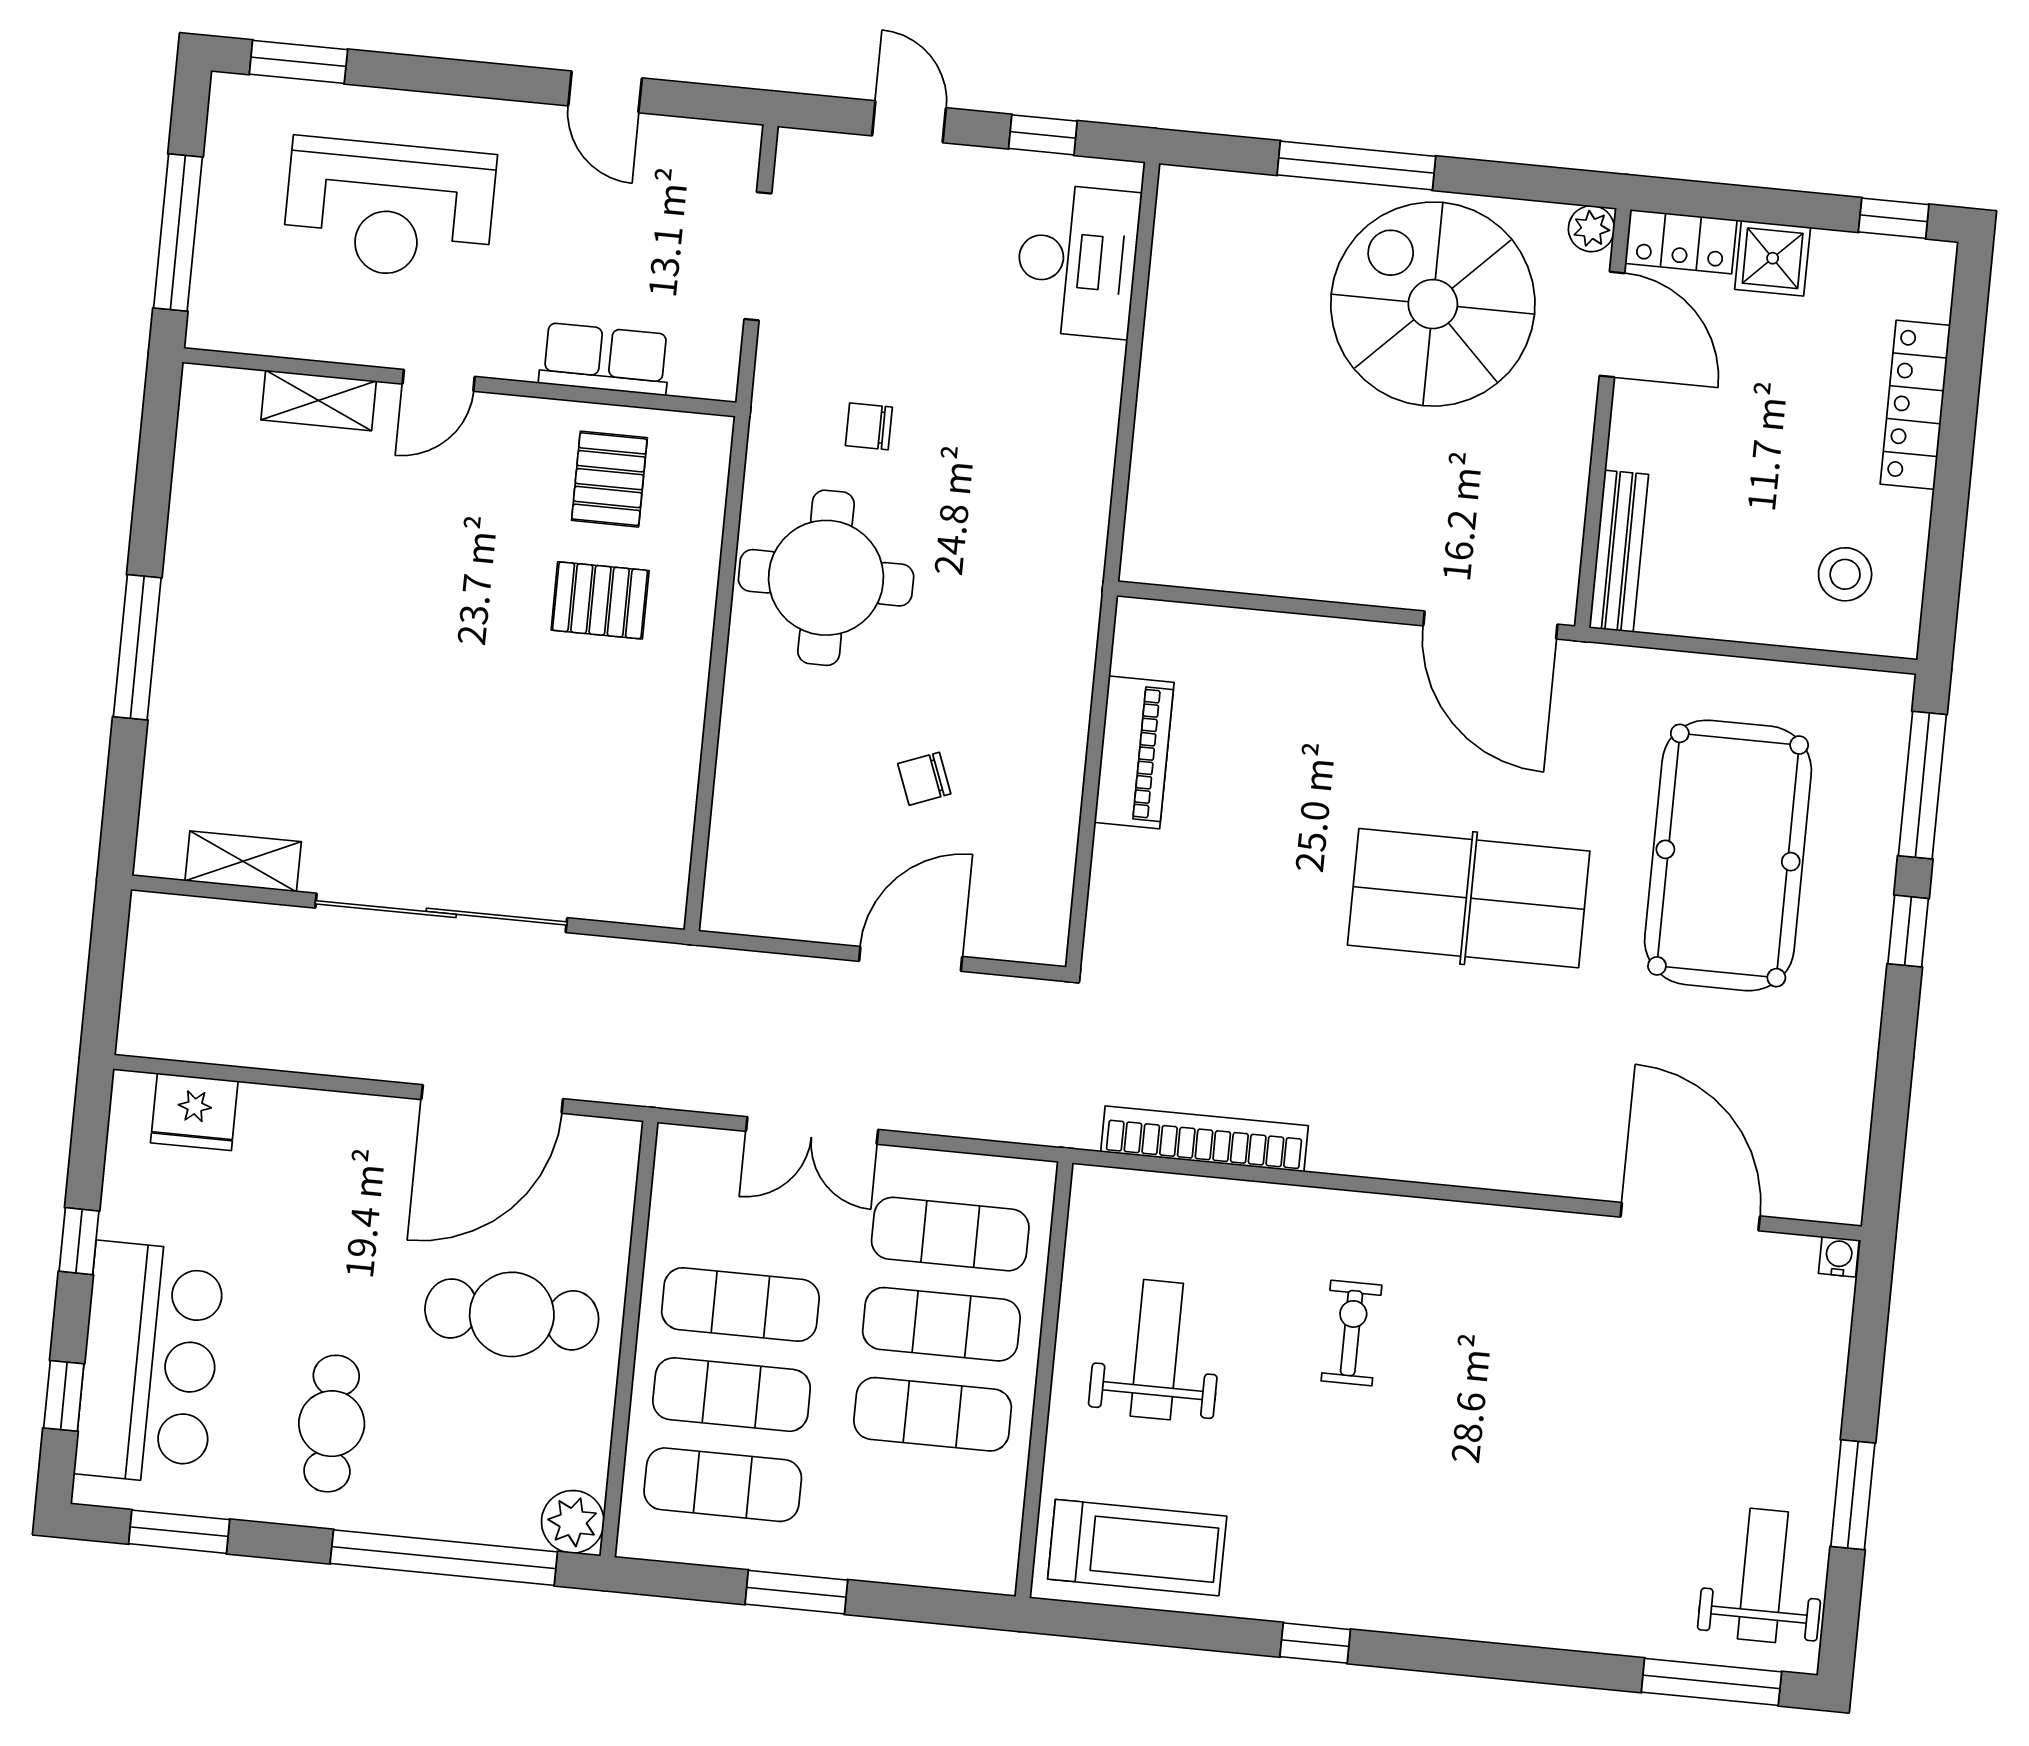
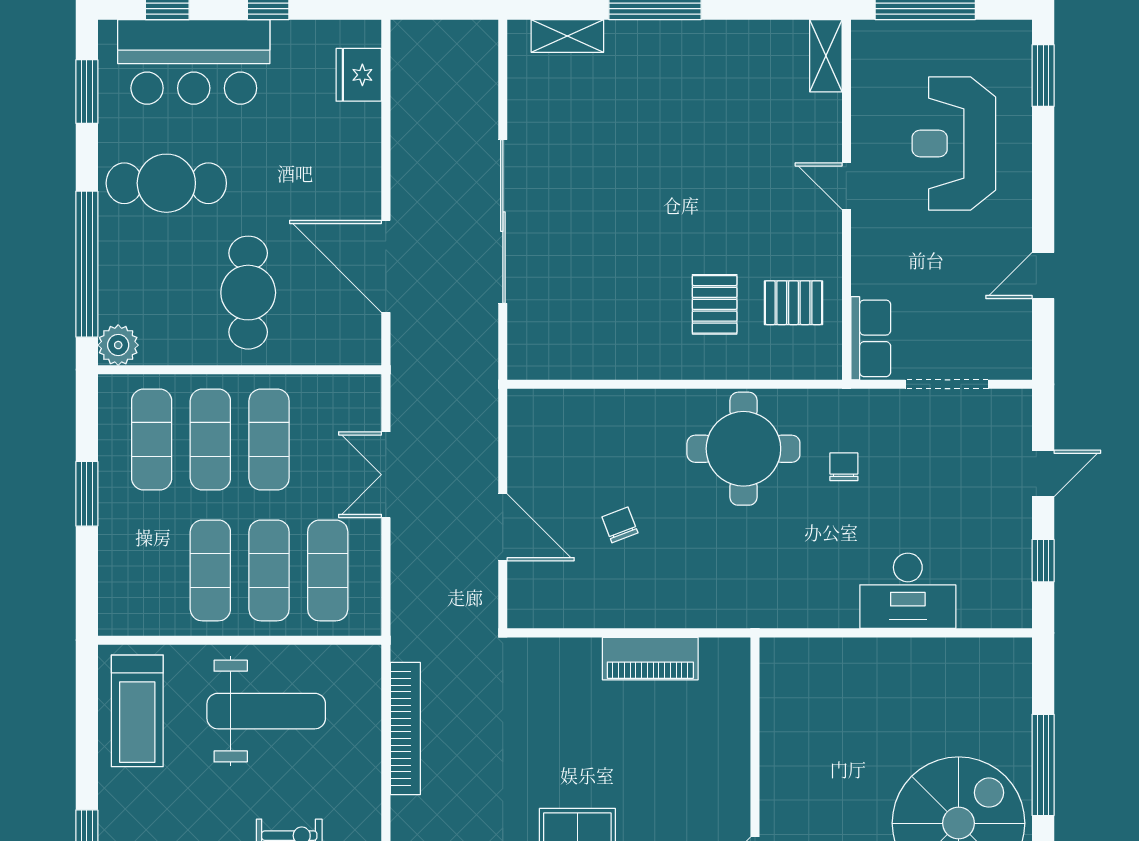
desk: (1077, 261) -> (908, 591), moved
row of seats: (605, 359) -> (871, 338), moved
shelving: (319, 400) -> (826, 56), moved
shelving: (243, 861) -> (567, 36), moved, turned 90
weight bench: (1157, 1350) -> (266, 711), width x1.36, depth x1.33
cafe table: (332, 1424) -> (166, 183), width x1.37, depth x1.35

